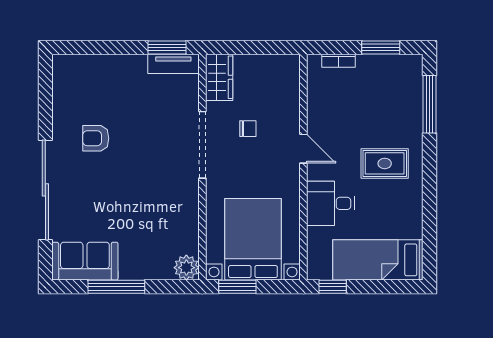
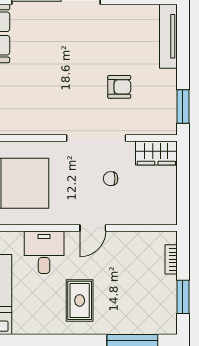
tv unit: (173, 64) -> (168, 36), moved, width x1.41
chair: (248, 129) -> (111, 179), turned 90
armchair: (96, 138) -> (119, 87), moved, turned 90

